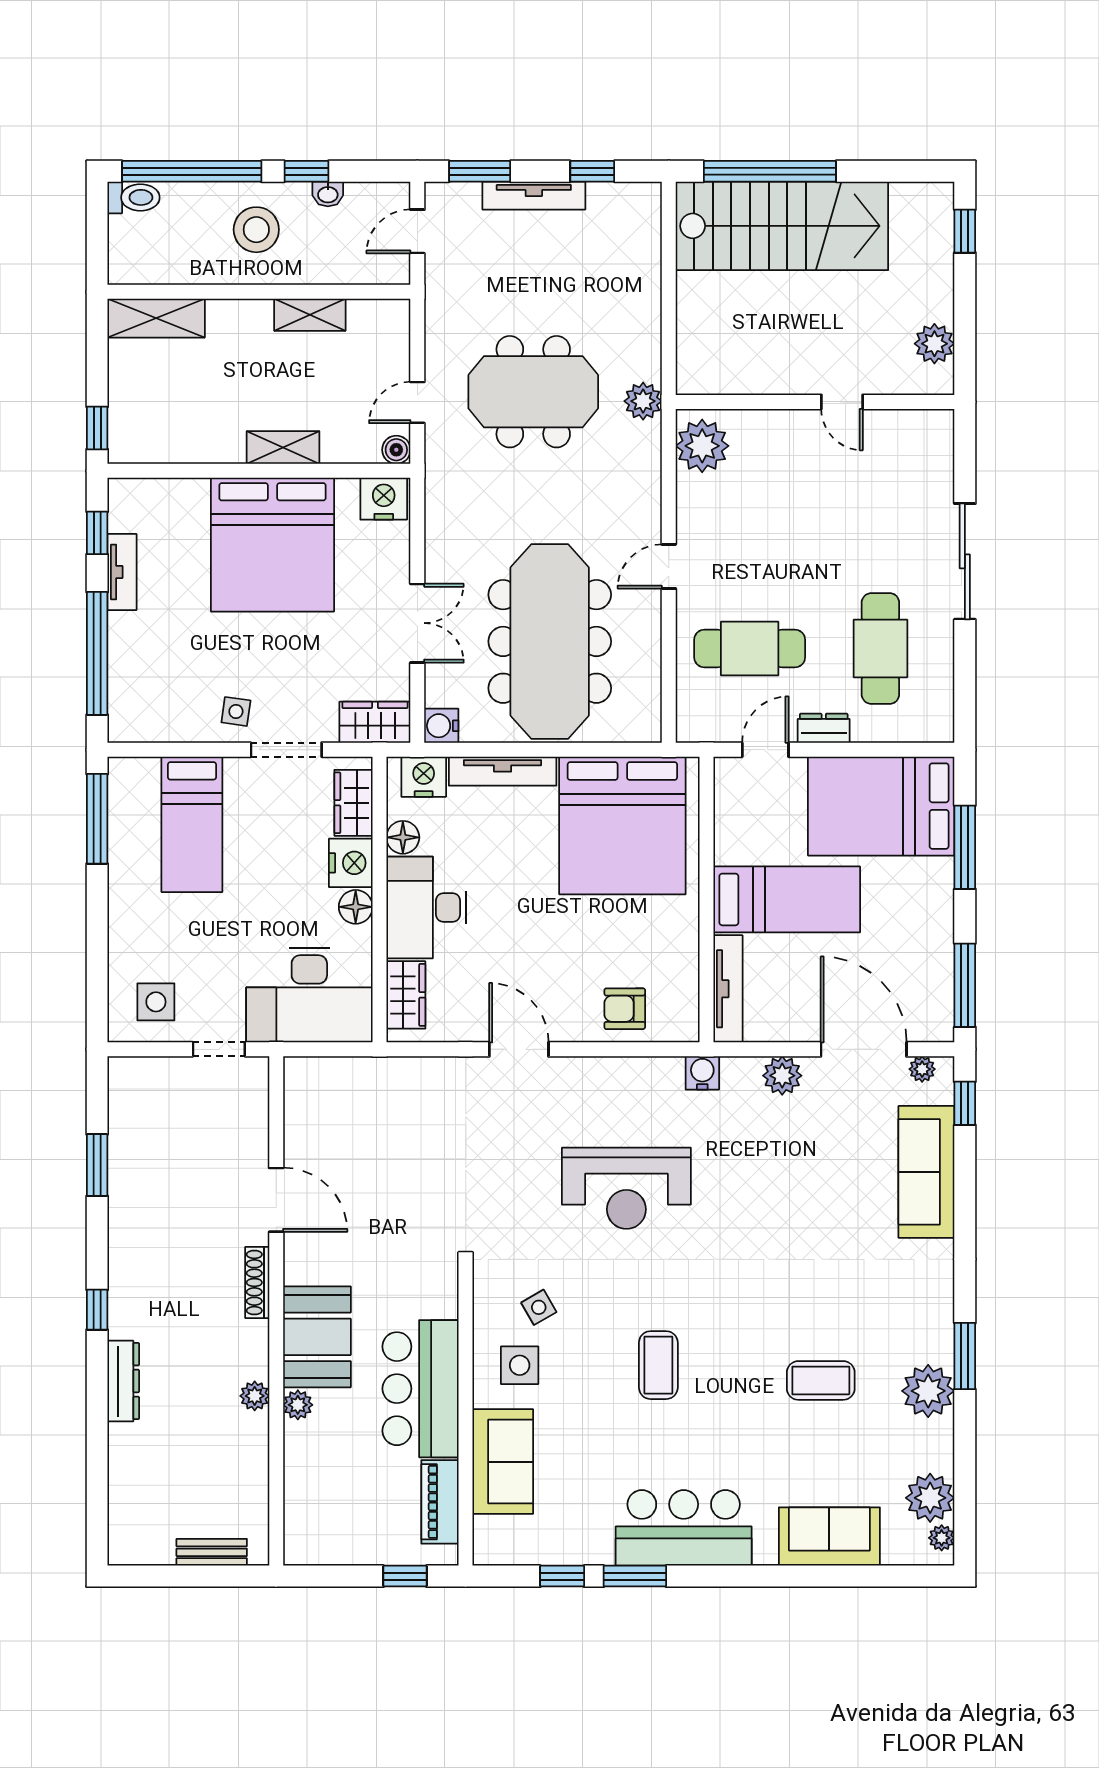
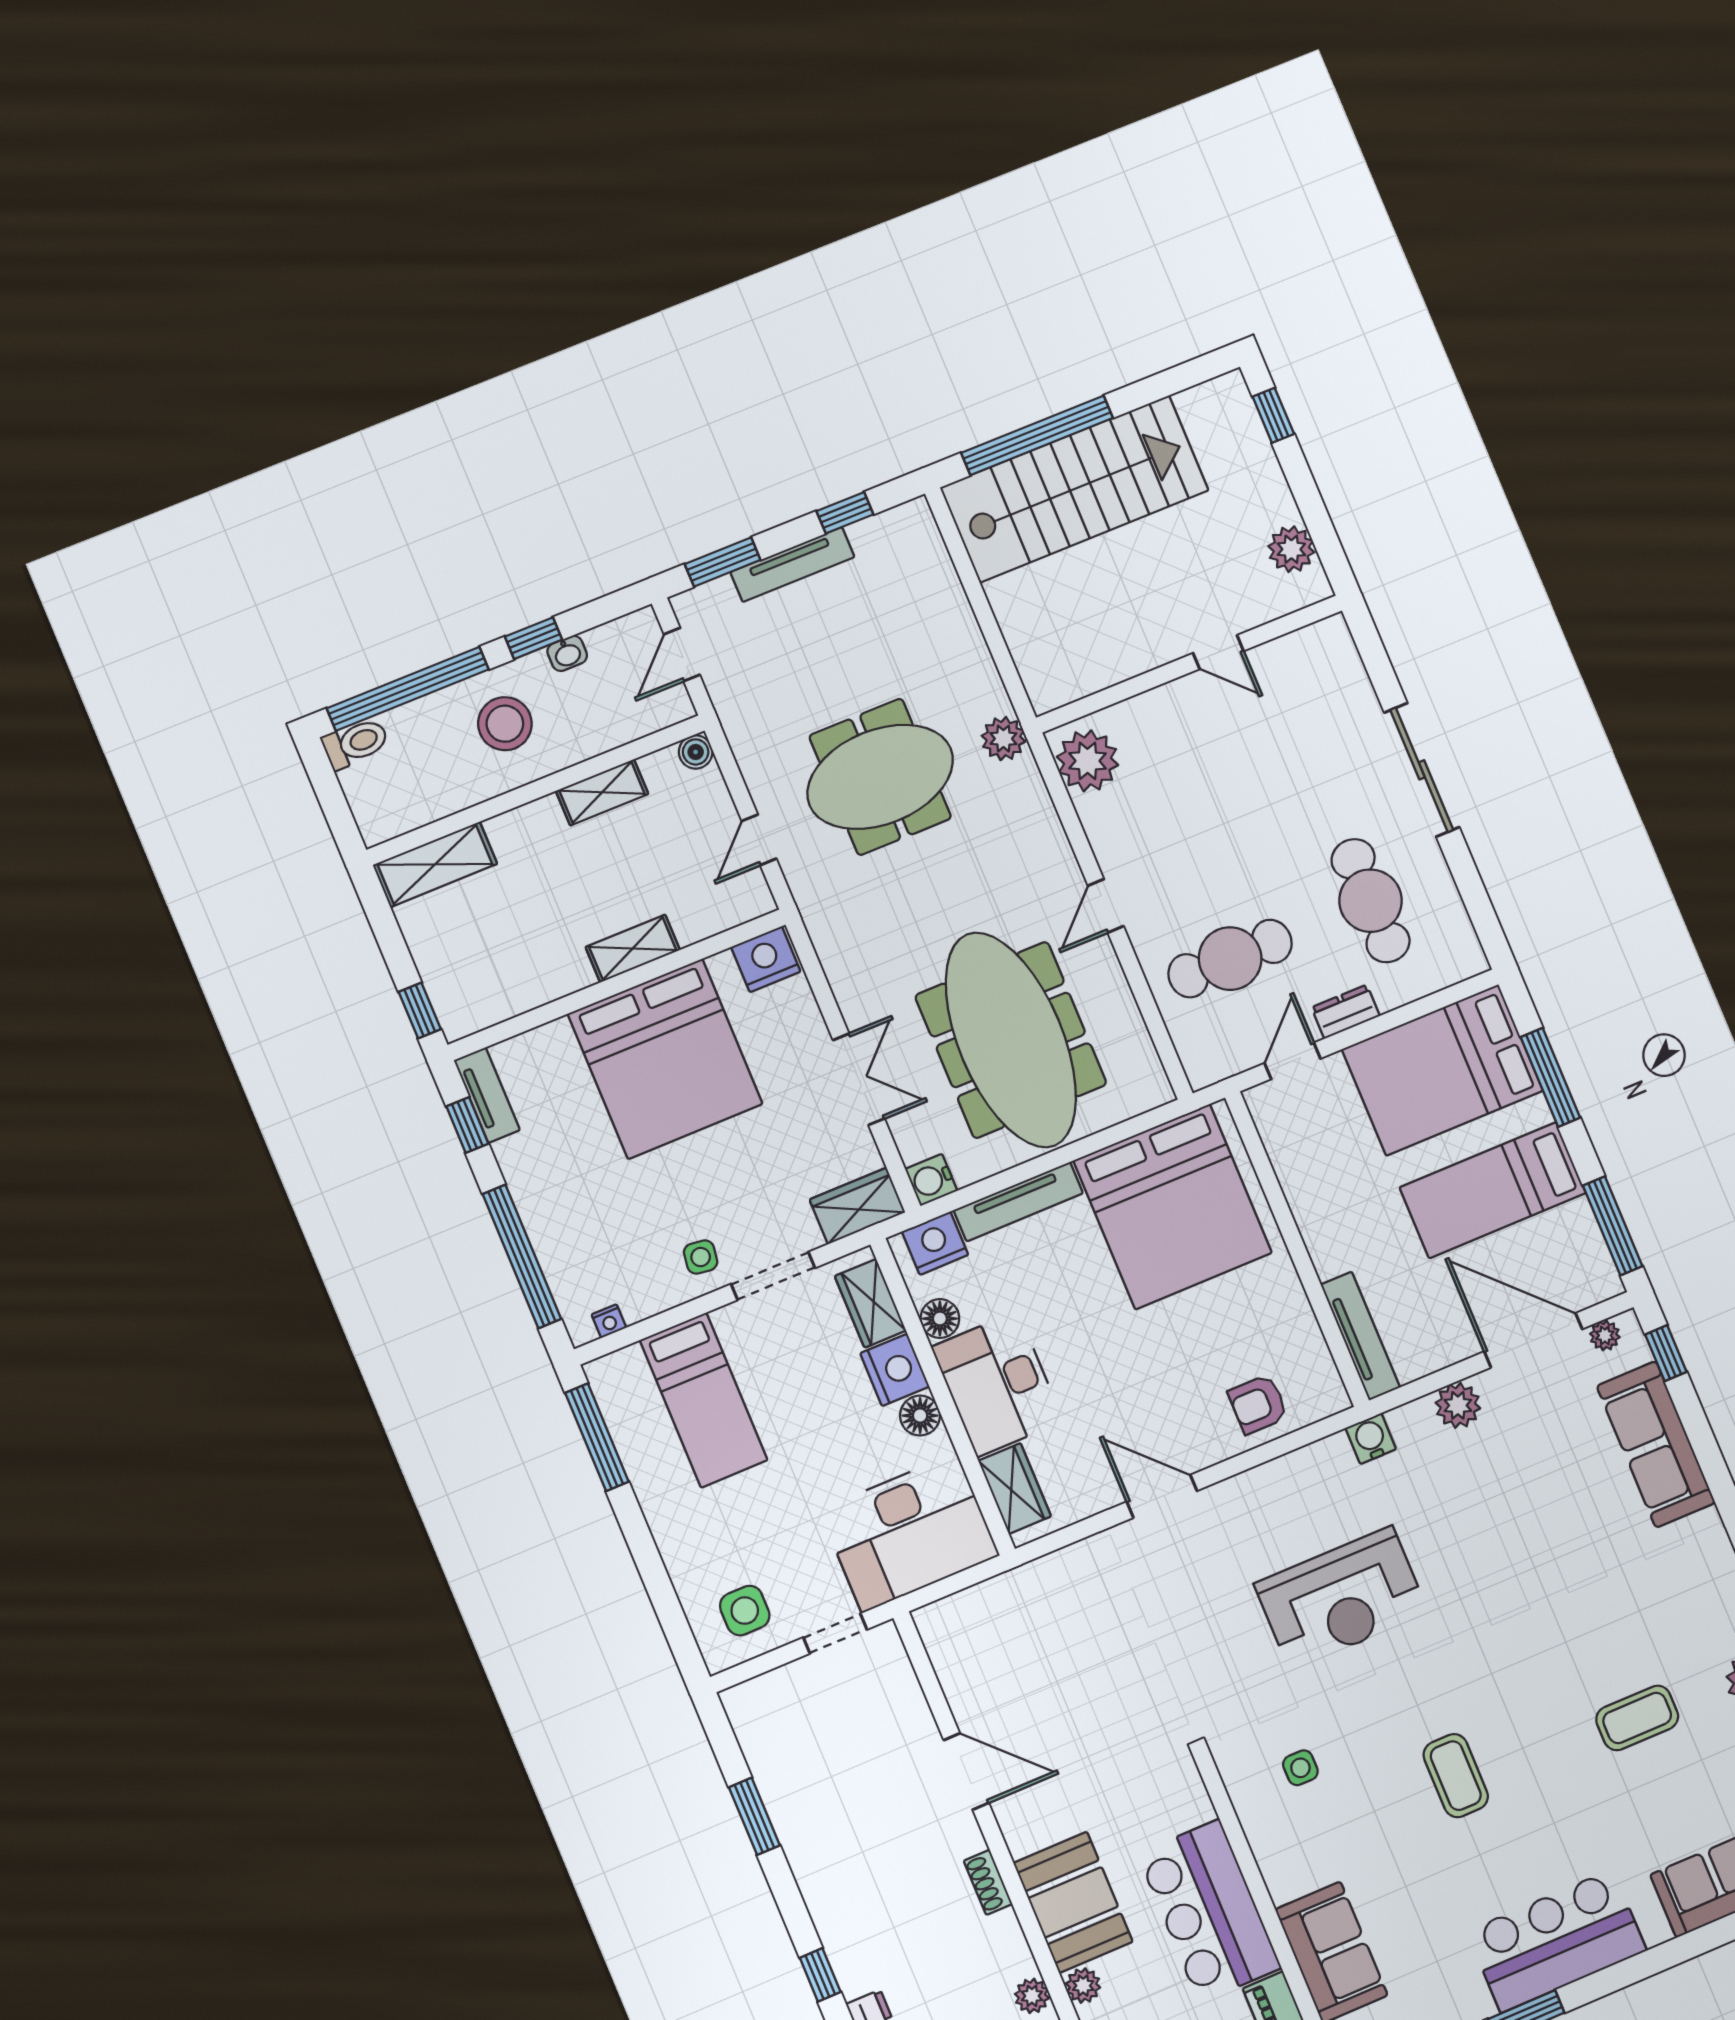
boiler: (396, 450) -> (696, 752), moved
tv unit: (122, 572) -> (487, 1095), moved
nightstand: (144, 732) -> (609, 1321), added
bed: (787, 899) -> (1493, 1190), moved, turned 180
shoe rack: (257, 1282) -> (988, 1882), width x0.70
side table: (539, 1307) -> (1300, 1768), turned 30
side table: (520, 1365) -> (1306, 1840), removed

